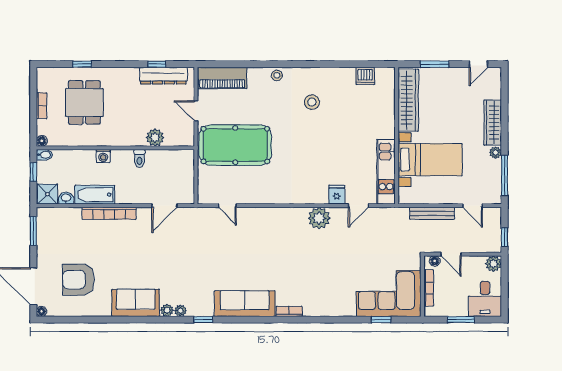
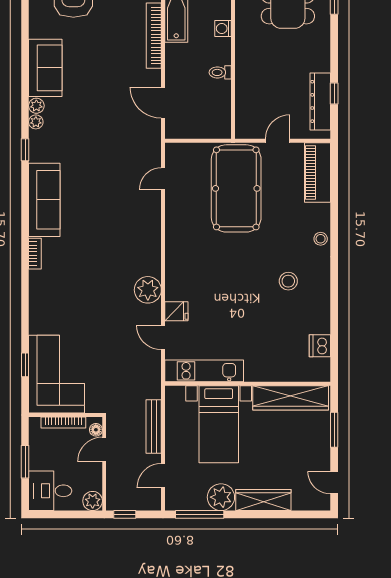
plant: (155, 137) -> (245, 91), removed
plant: (496, 153) -> (221, 497), width x1.88, depth x1.88

